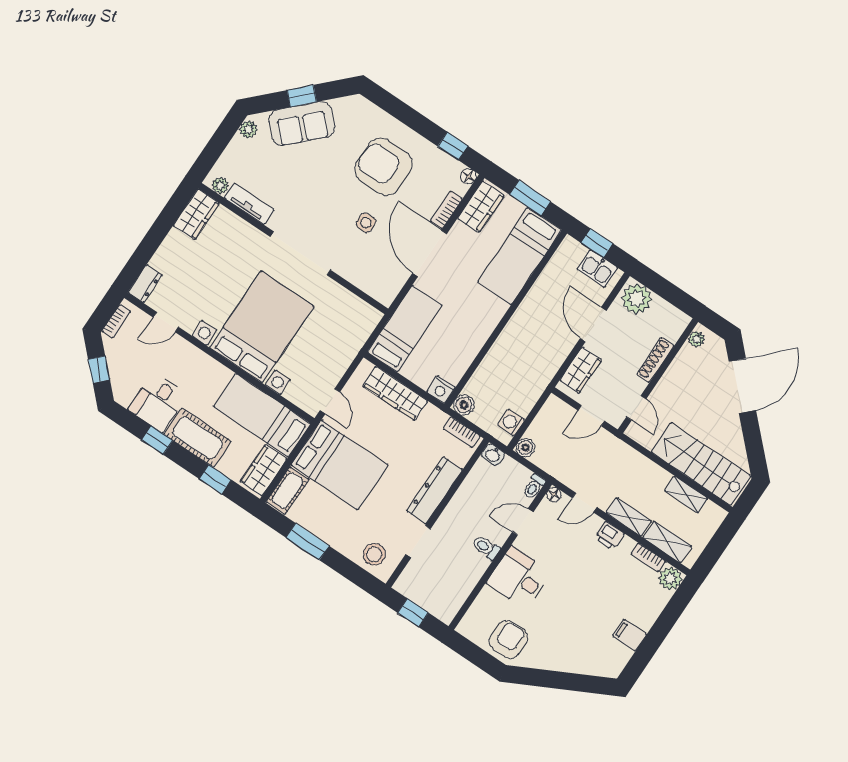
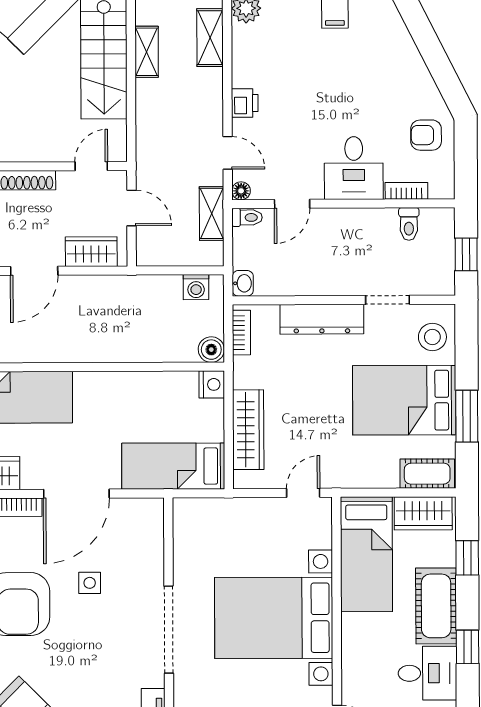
boiler: (525, 448) -> (212, 254), removed
bed: (340, 465) -> (404, 400), moved, turned -90
shelving: (629, 517) -> (212, 214), moved
door: (523, 522) -> (292, 204), hinge flipped
toilet: (486, 547) -> (409, 224), moved
bookcase: (648, 558) -> (406, 191), moved, turned -90
armchair: (508, 639) -> (426, 135), width x0.72, depth x0.72

